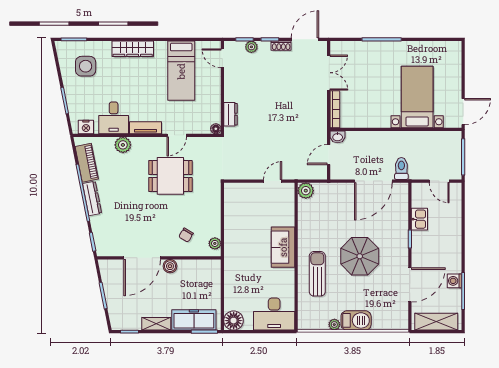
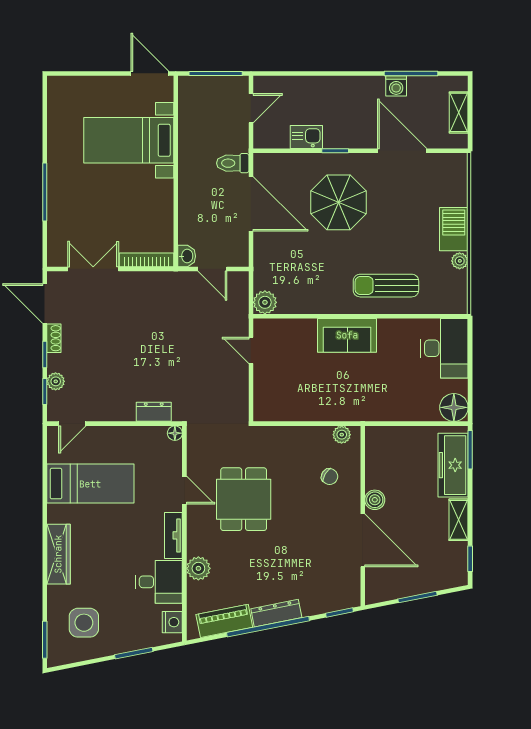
parasol: (360, 256) -> (339, 202), moved
shelving: (436, 322) -> (459, 112), width x0.67, depth x0.75

